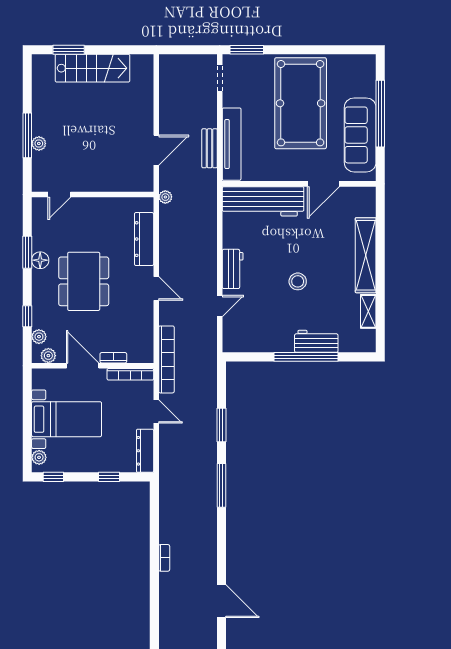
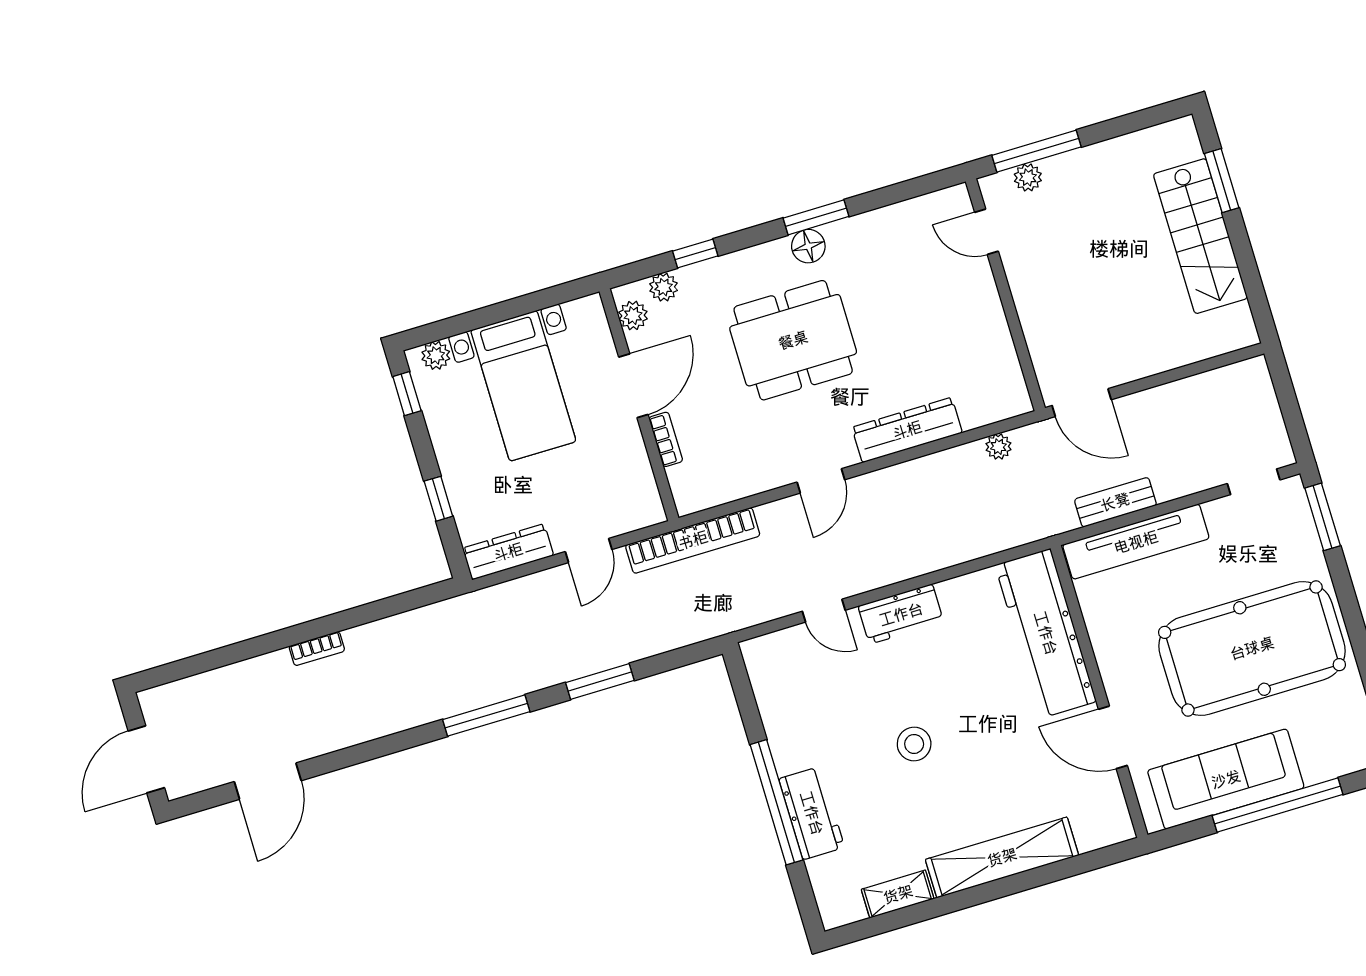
door: (59, 194) -> (987, 232), moved
wall: (93, 194) -> (1005, 295), moved
bookcase: (130, 374) -> (644, 481), removed

